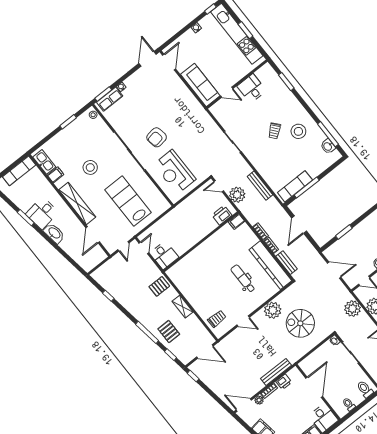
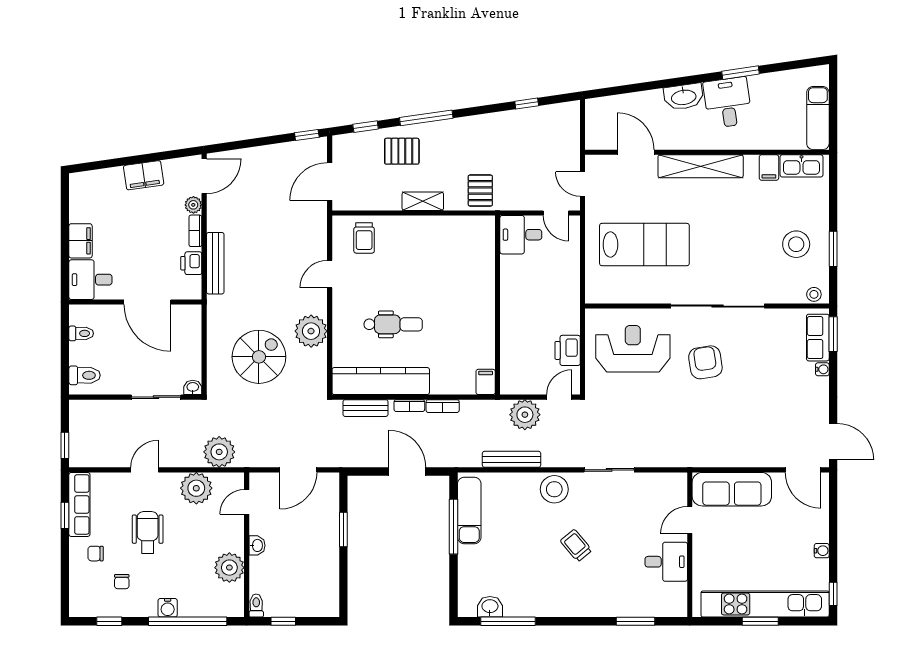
stool: (298, 131) -> (554, 489), moved
stool: (90, 167) -> (796, 244), moved
printer: (222, 215) -> (568, 350), moved, turned 180

